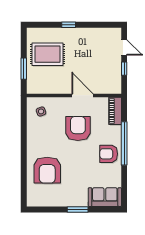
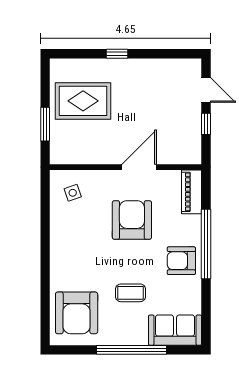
door: (82, 95) -> (139, 167), hinge flipped
armchair: (47, 170) -> (77, 313), moved
coffee table: (77, 174) -> (130, 293), added
window: (78, 209) -> (131, 350), width x2.11

